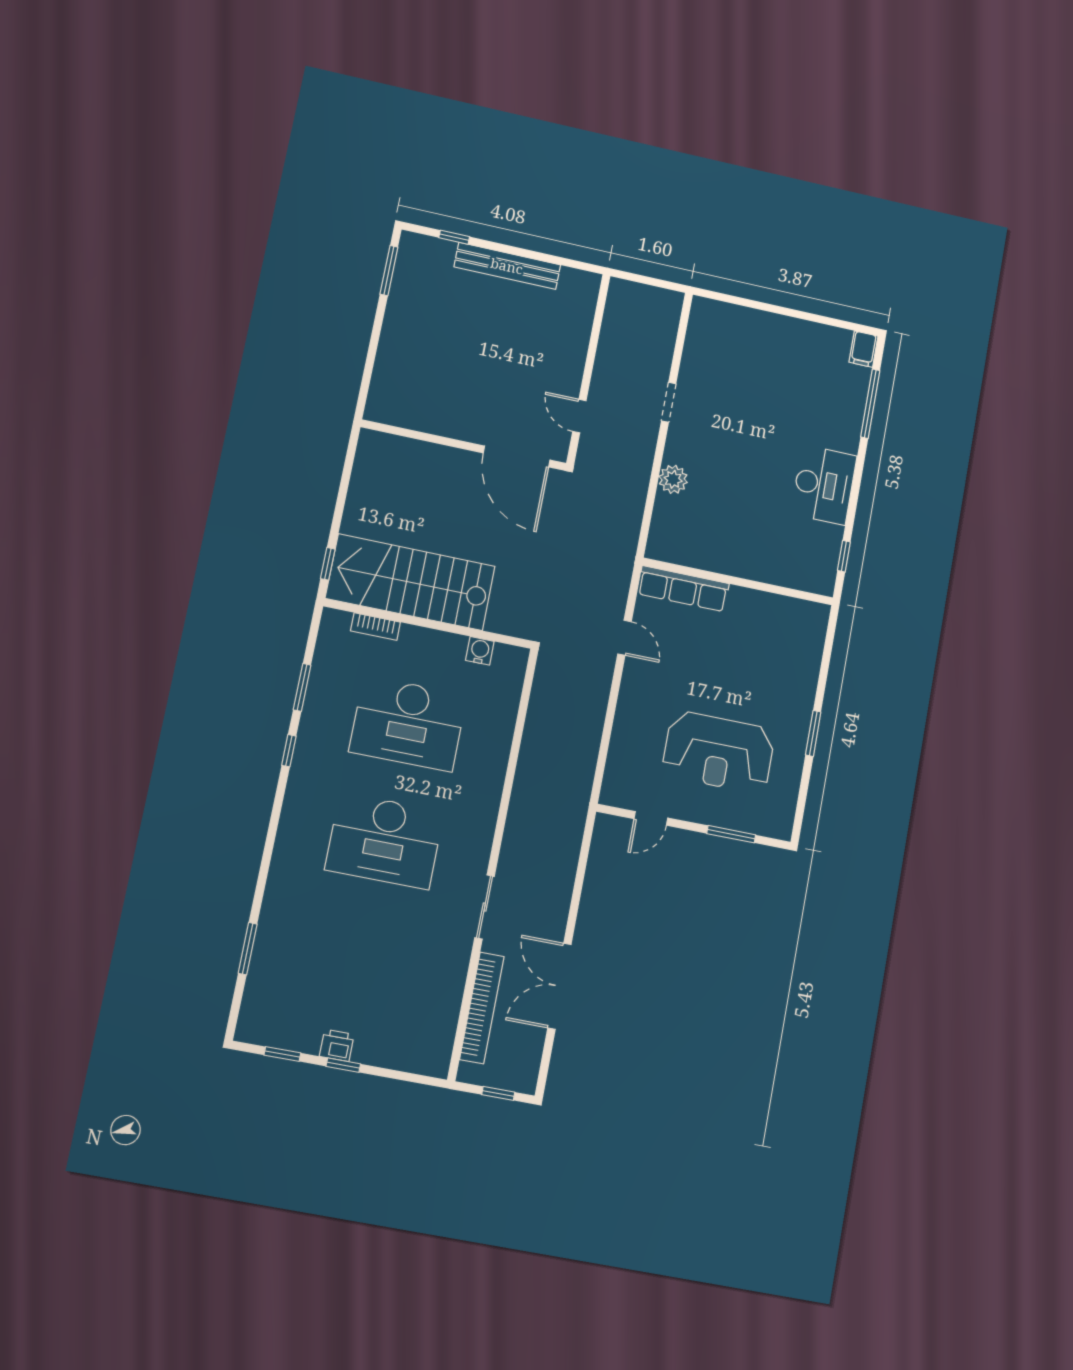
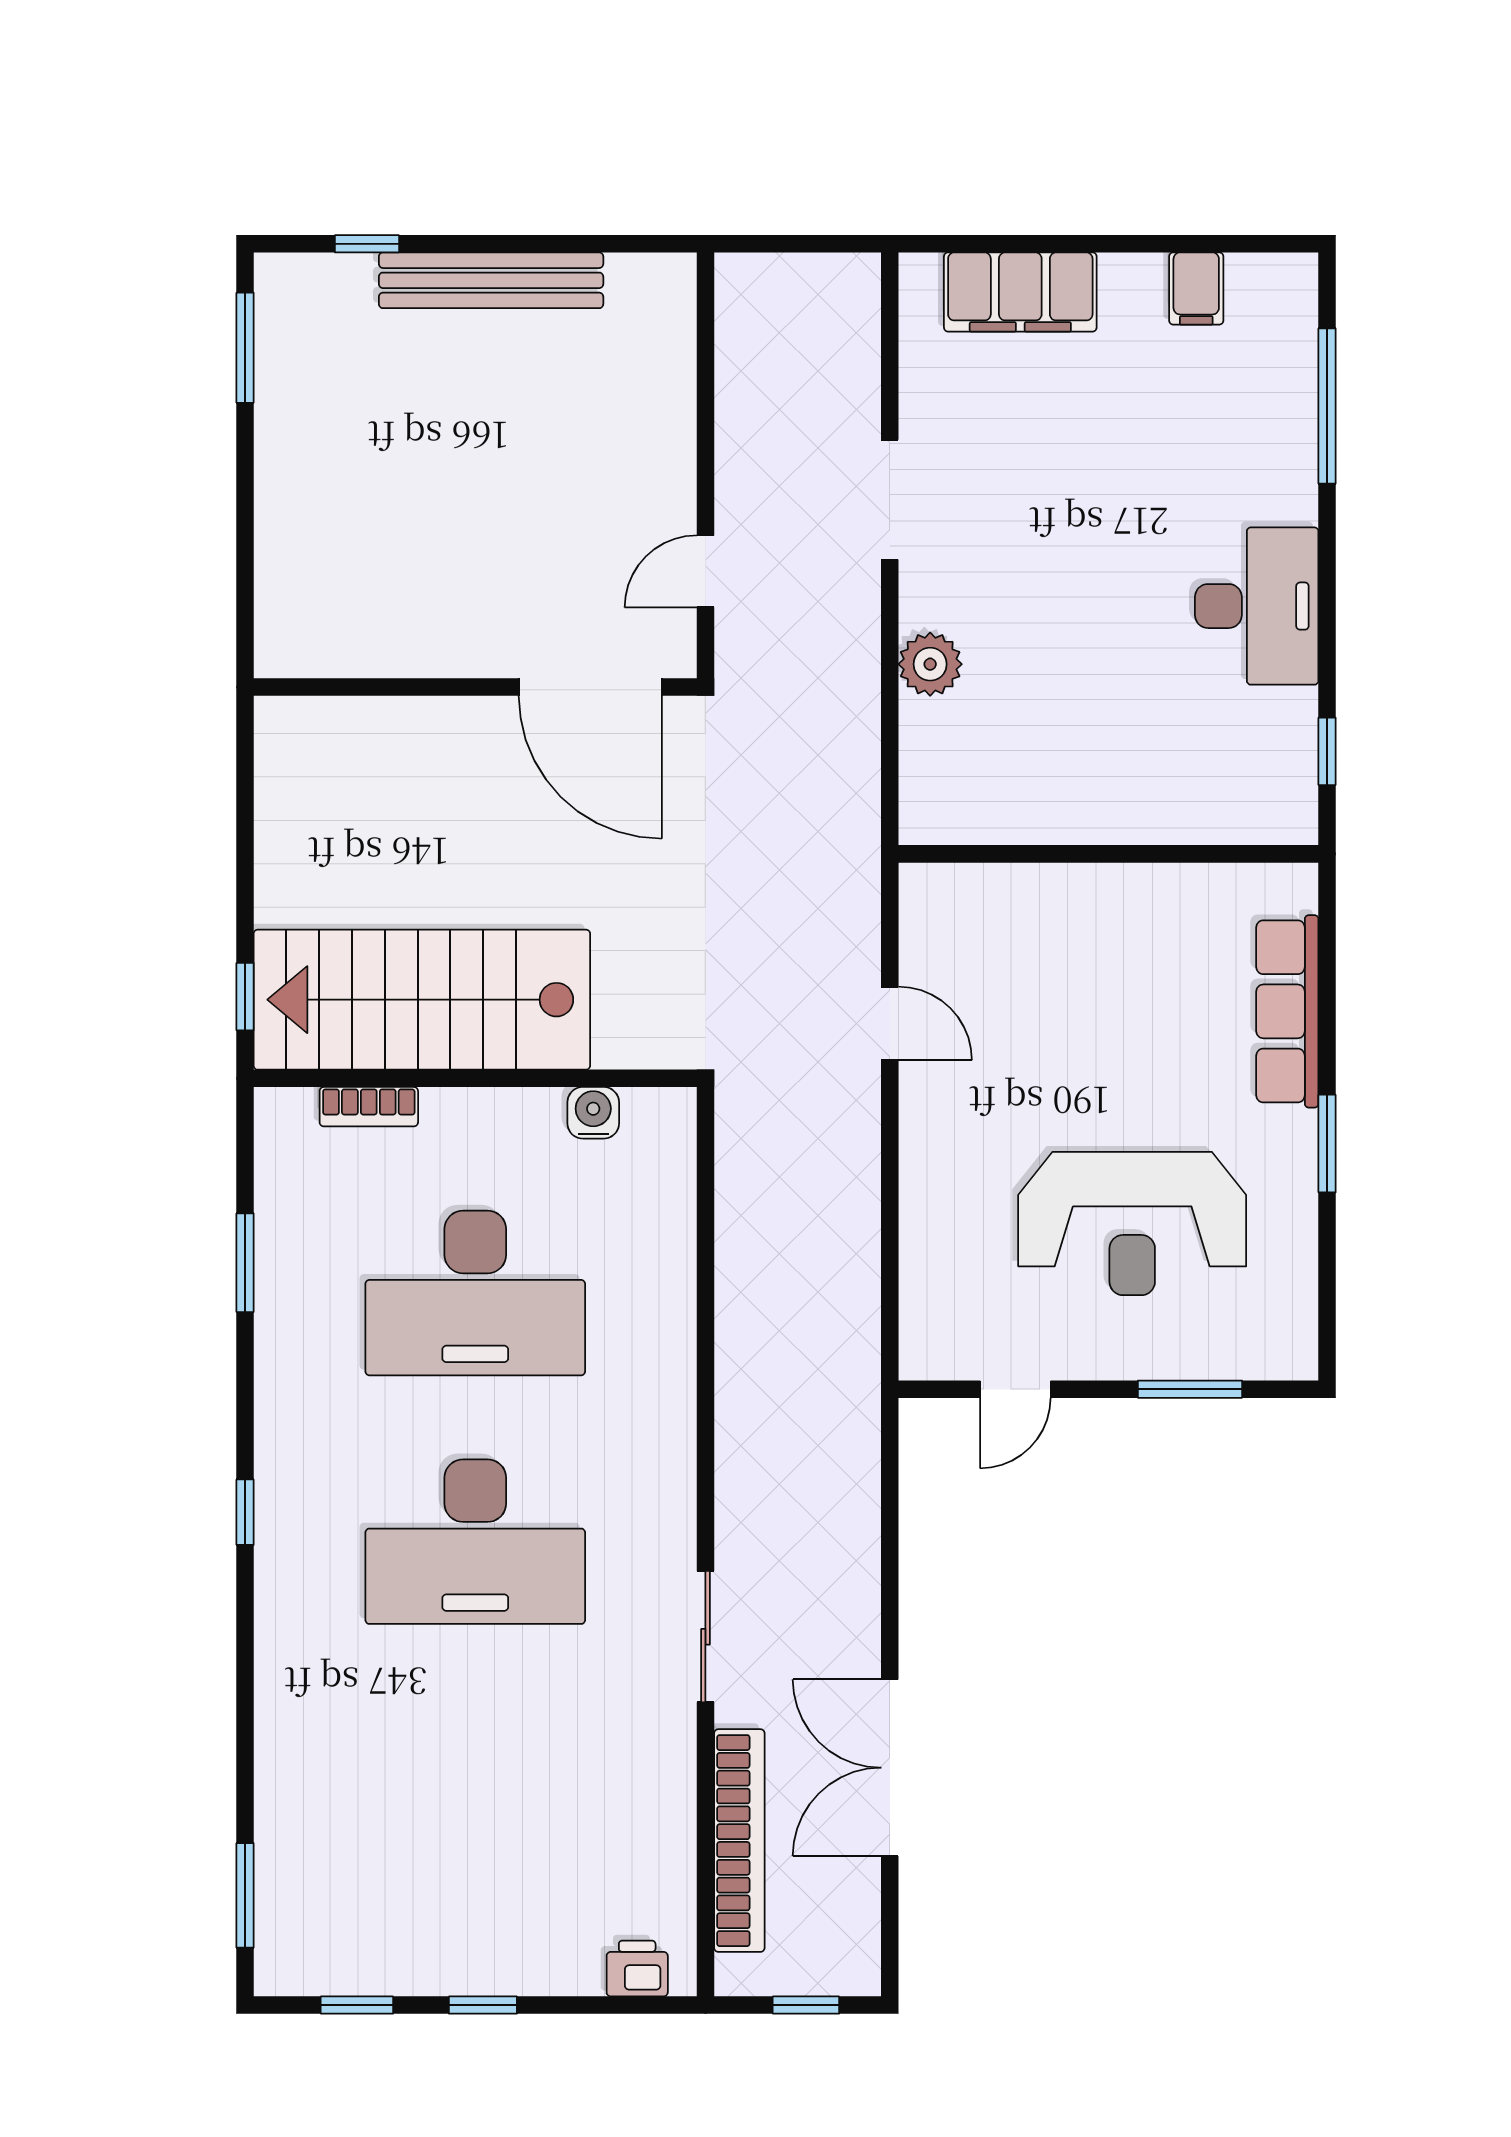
filing cabinet: (744, 324) -> (1020, 292), added
filing cabinet: (863, 349) -> (1196, 289), moved
doorway: (669, 402) -> (890, 500), width x1.38
door: (579, 416) -> (705, 571), hinge flipped
row of seats: (683, 589) -> (1287, 1011), moved, turned 90
window: (289, 751) -> (245, 1512), moved
window: (248, 949) -> (245, 1895), moved
printer: (337, 1045) -> (637, 1969), moved

